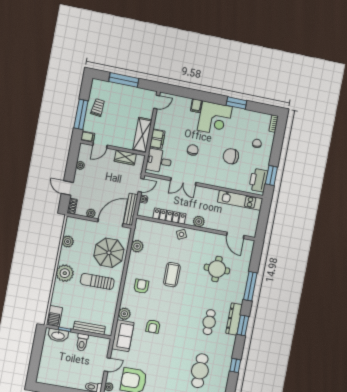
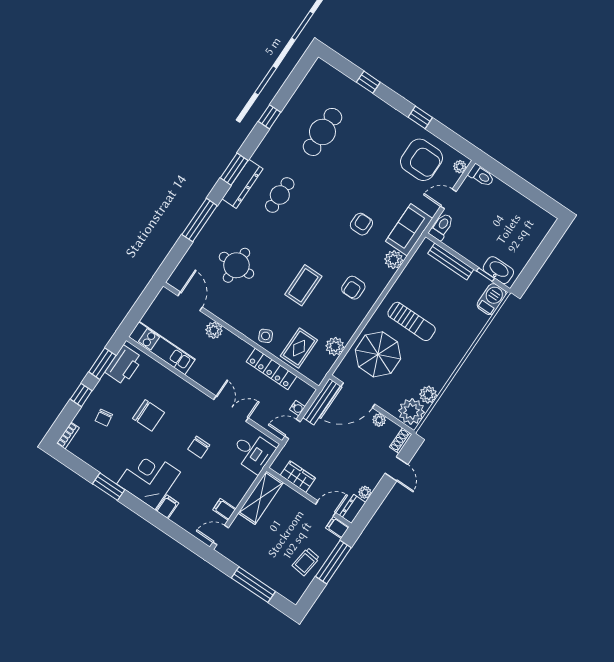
filing cabinet: (157, 139) -> (224, 509), moved, width x0.50
window: (276, 151) -> (81, 395), added
dresser: (83, 152) -> (353, 509), added
plant: (199, 221) -> (214, 330), moved
rug: (158, 236) -> (299, 348), added
plant: (65, 273) -> (411, 411), moved
toilet: (82, 342) -> (441, 227), moved

